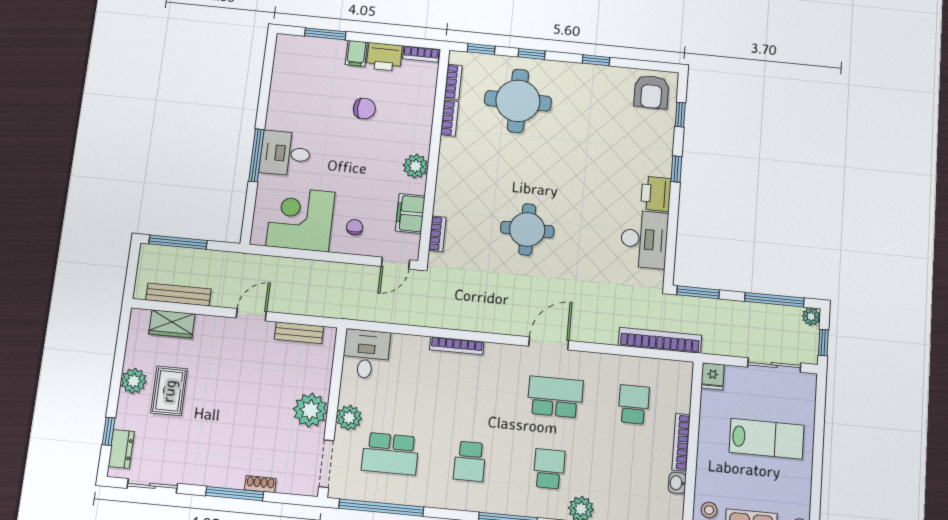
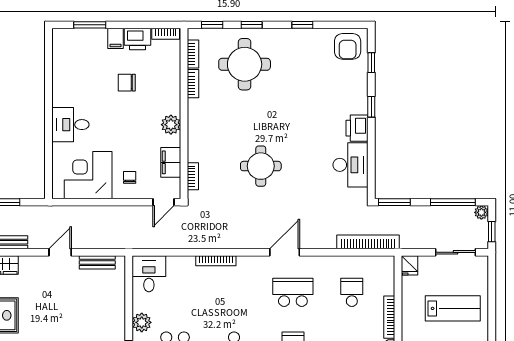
chair: (364, 109) -> (127, 83), turned 180
window: (256, 155) -> (49, 128), removed
plant: (310, 410) -> (113, 320), removed

